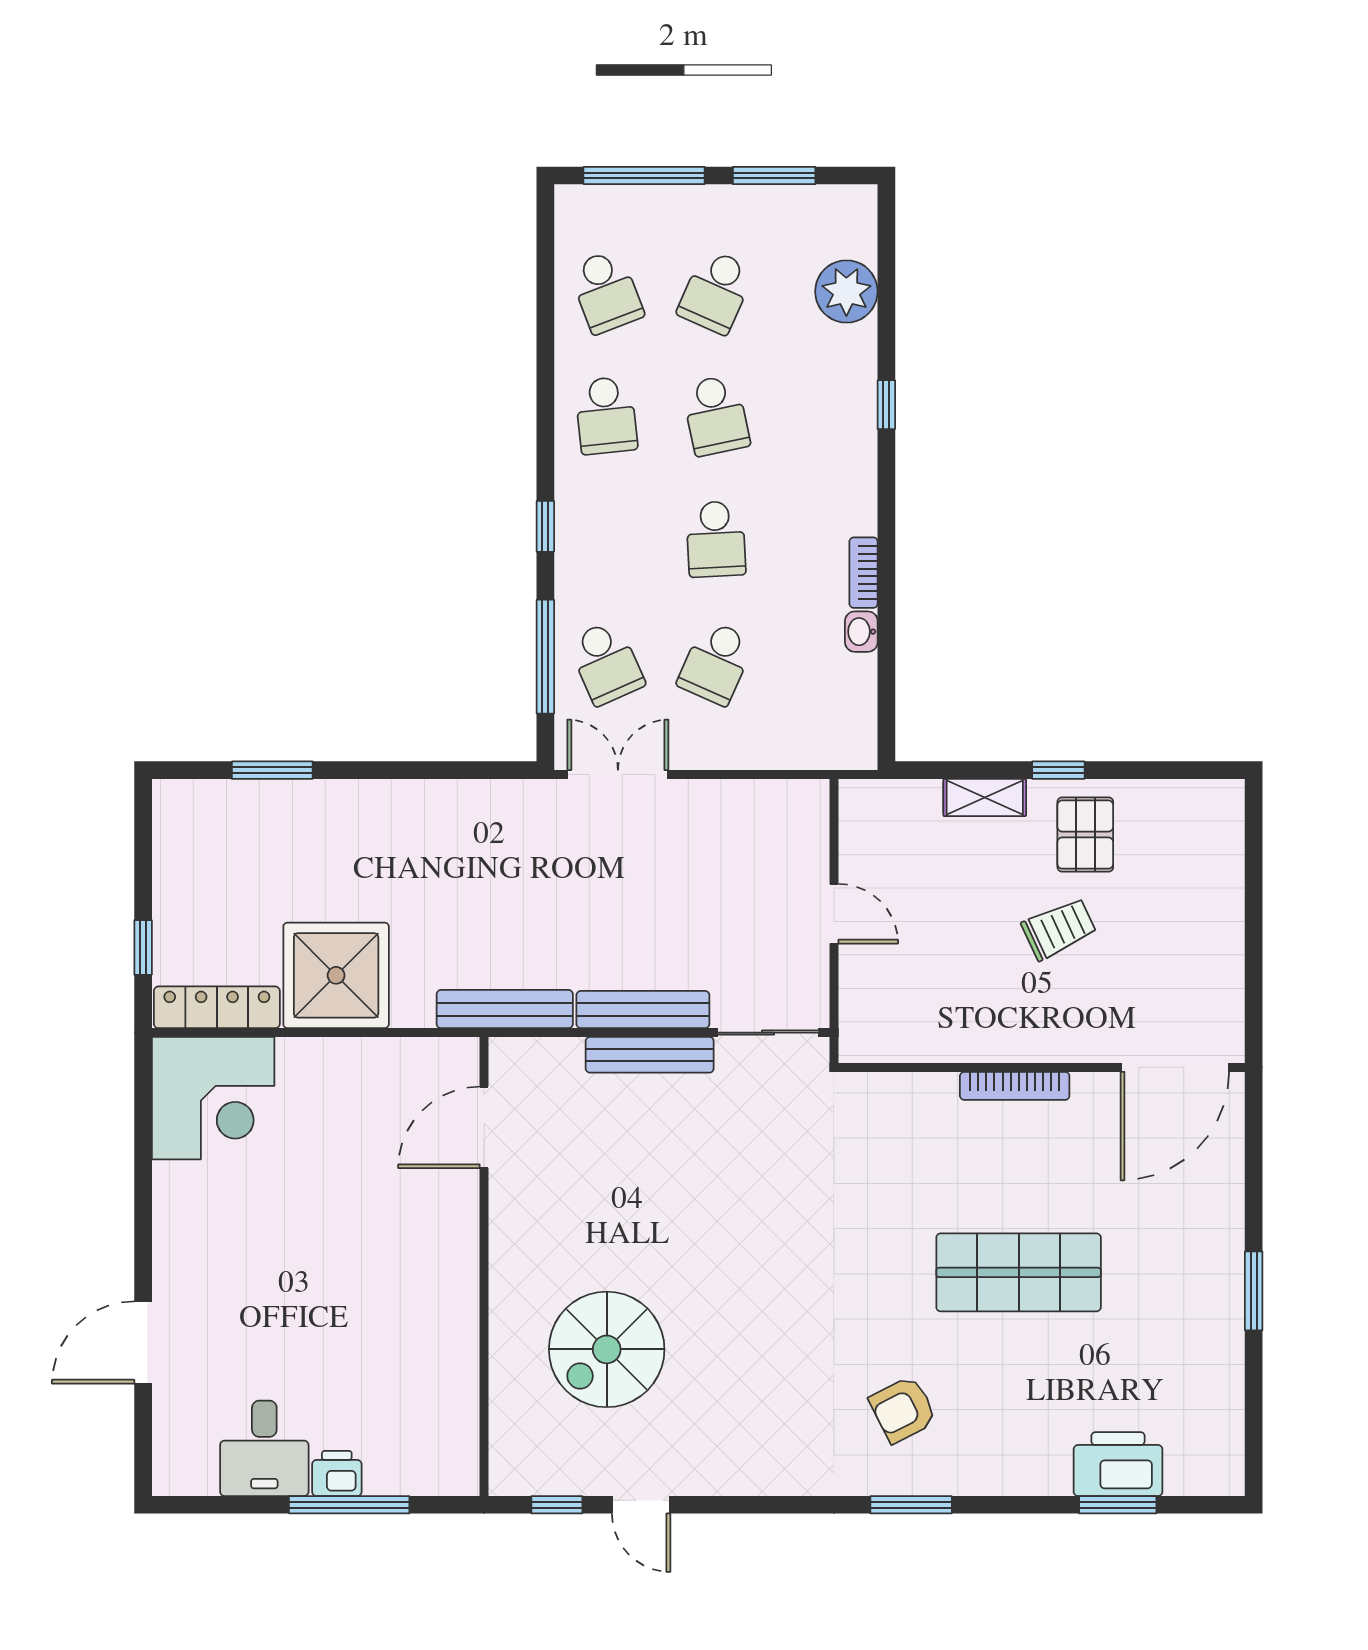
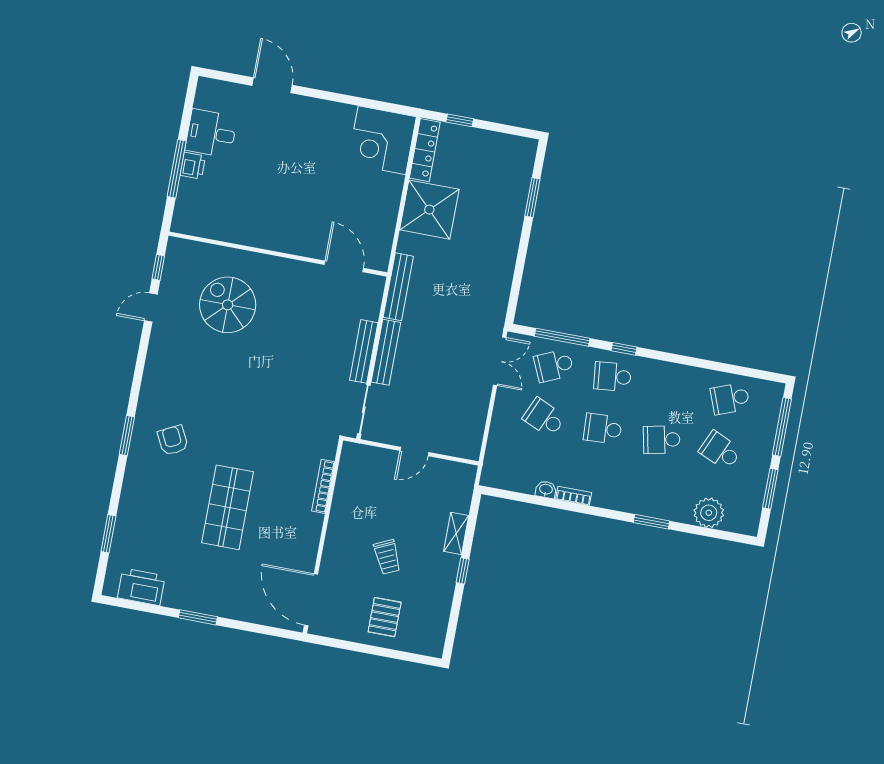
window: (886, 405) -> (651, 522), width x1.50
school desk: (606, 415) -> (613, 377), moved
pallet: (1085, 835) -> (385, 617), moved, turned 90
bookcase: (1015, 1086) -> (323, 486), moved
printer: (1118, 1464) -> (141, 587), moved, turned -90

